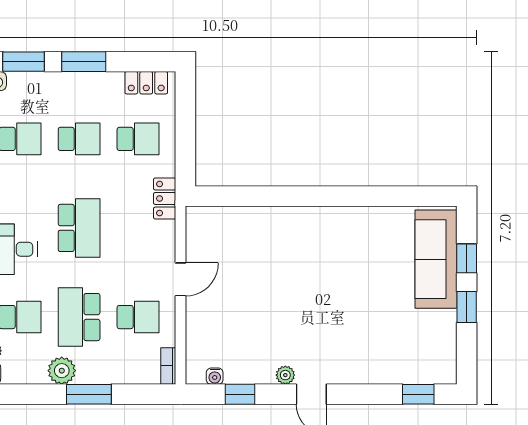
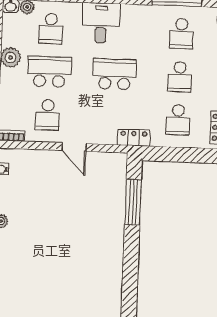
window: (253, 196) -> (133, 202), added
school desk: (79, 228) -> (115, 74), turned 180

